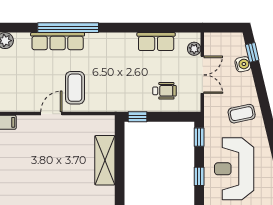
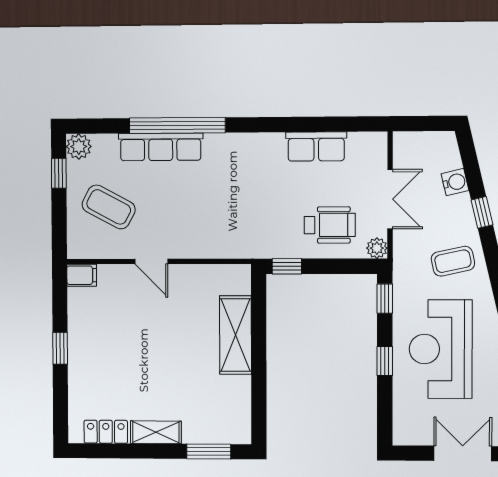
plant: (194, 49) -> (377, 248), moved
window: (252, 52) -> (482, 212), moved
coffee table: (75, 88) -> (109, 207), moved, turned -62
wheelchair: (165, 91) -> (330, 225), width x1.36, depth x1.37
door: (51, 114) -> (151, 261), swing flipped

